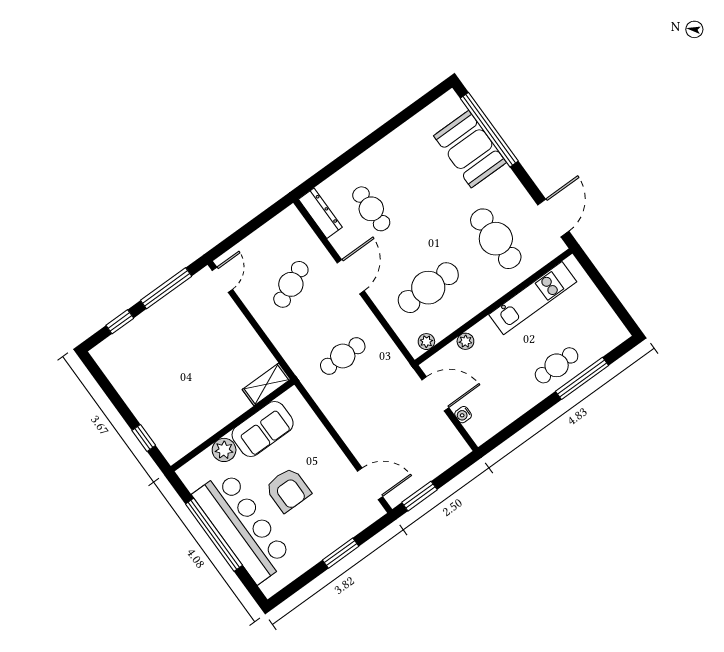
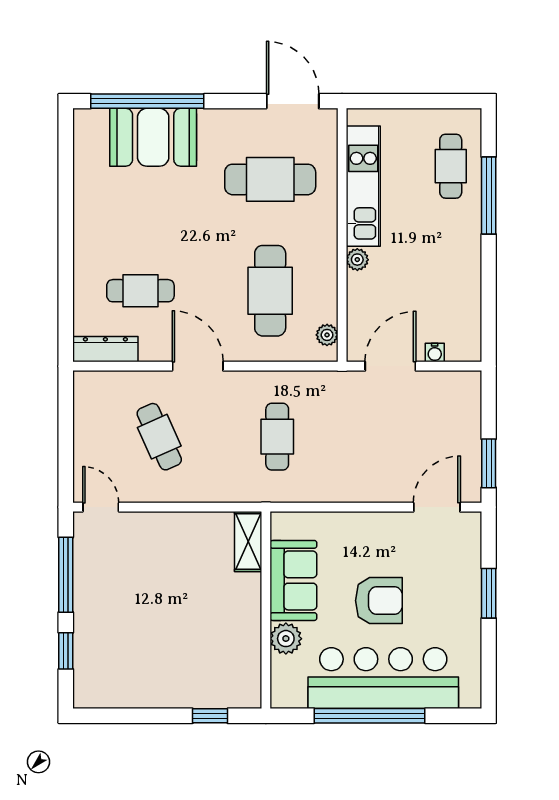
plant: (465, 341) -> (357, 260), moved
cafe table: (557, 365) -> (451, 166), moved

